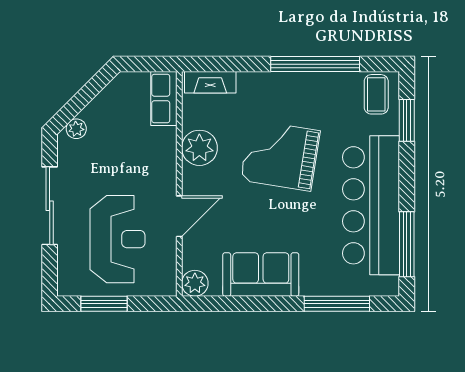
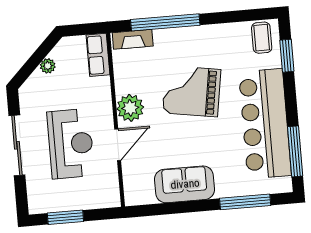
window: (315, 64) -> (165, 22), moved
plant: (76, 129) -> (48, 66), moved
plant: (199, 148) -> (130, 108), moved
reception desk: (118, 239) -> (71, 144), moved
plant: (195, 283) -> (134, 196), removed

